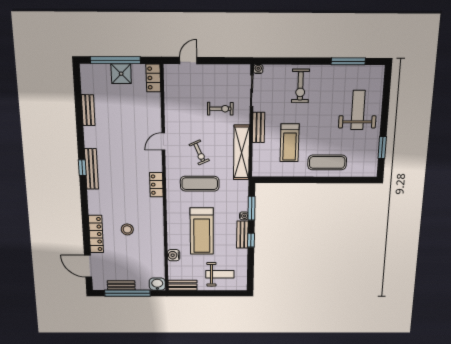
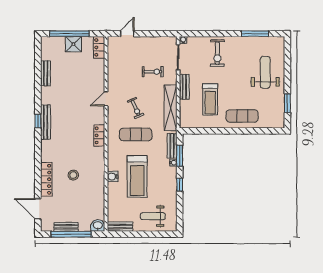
bench: (242, 235) -> (172, 146), moved
water cooler: (174, 255) -> (113, 177), moved
weight bench: (220, 274) -> (153, 216), turned 180

